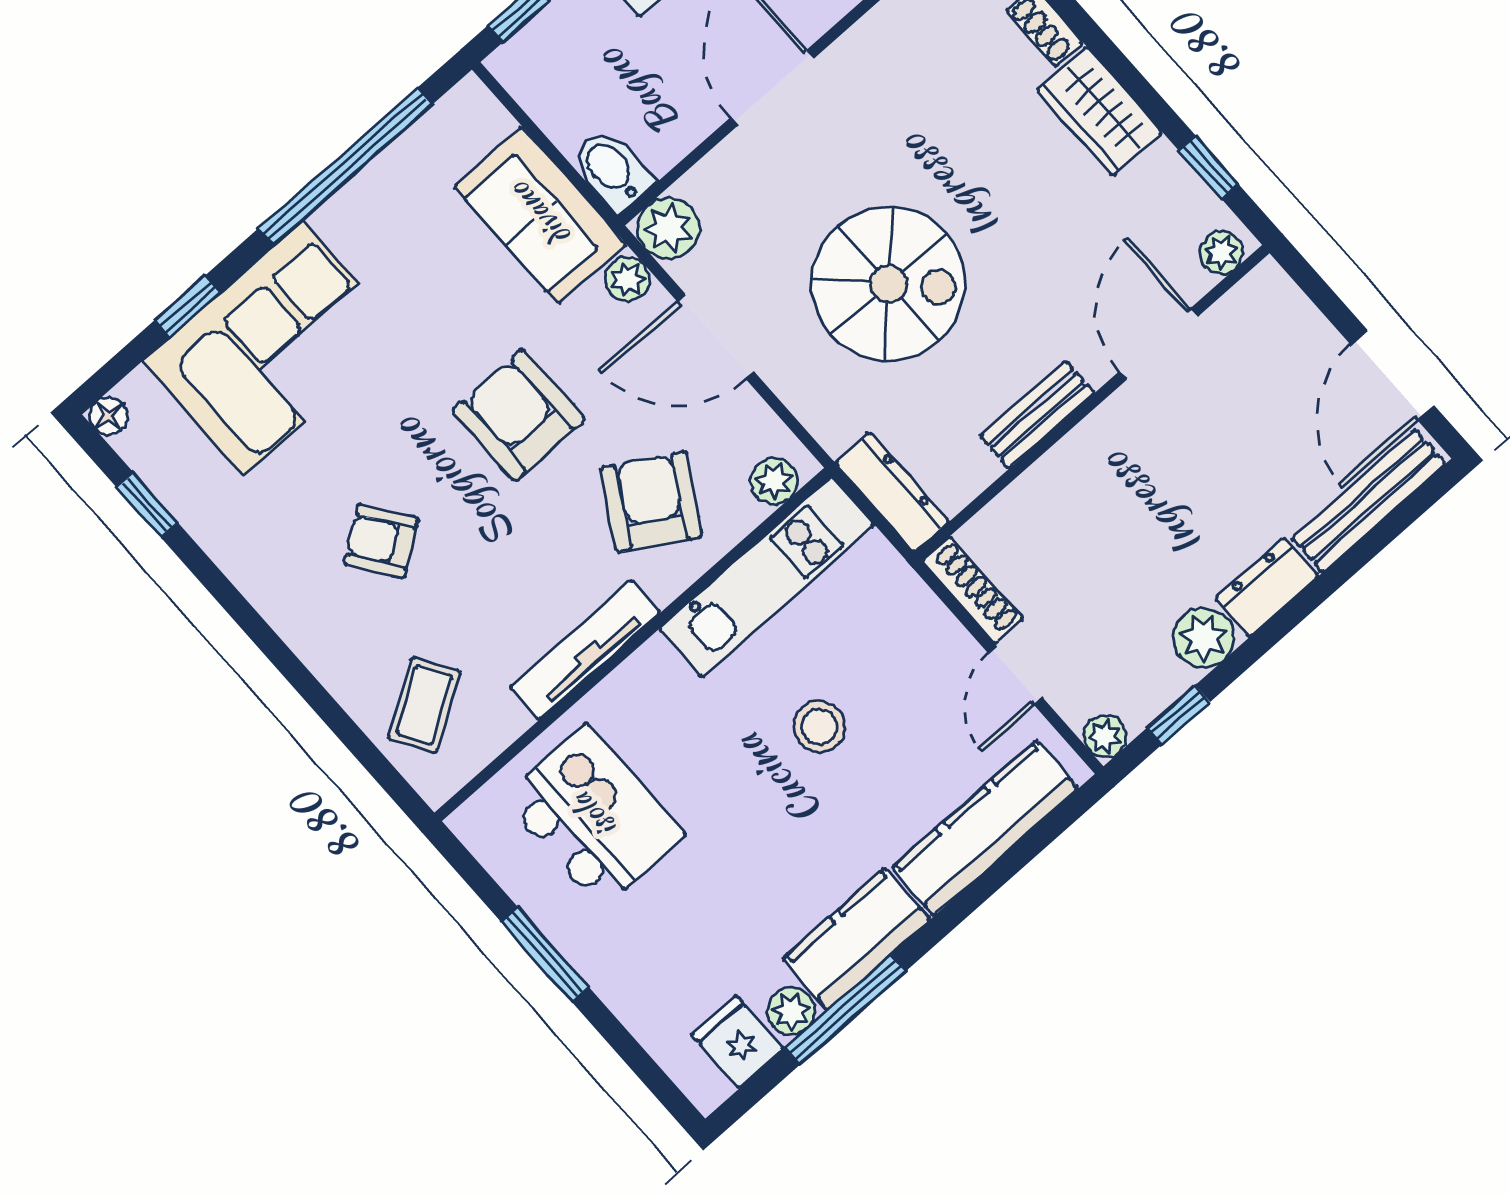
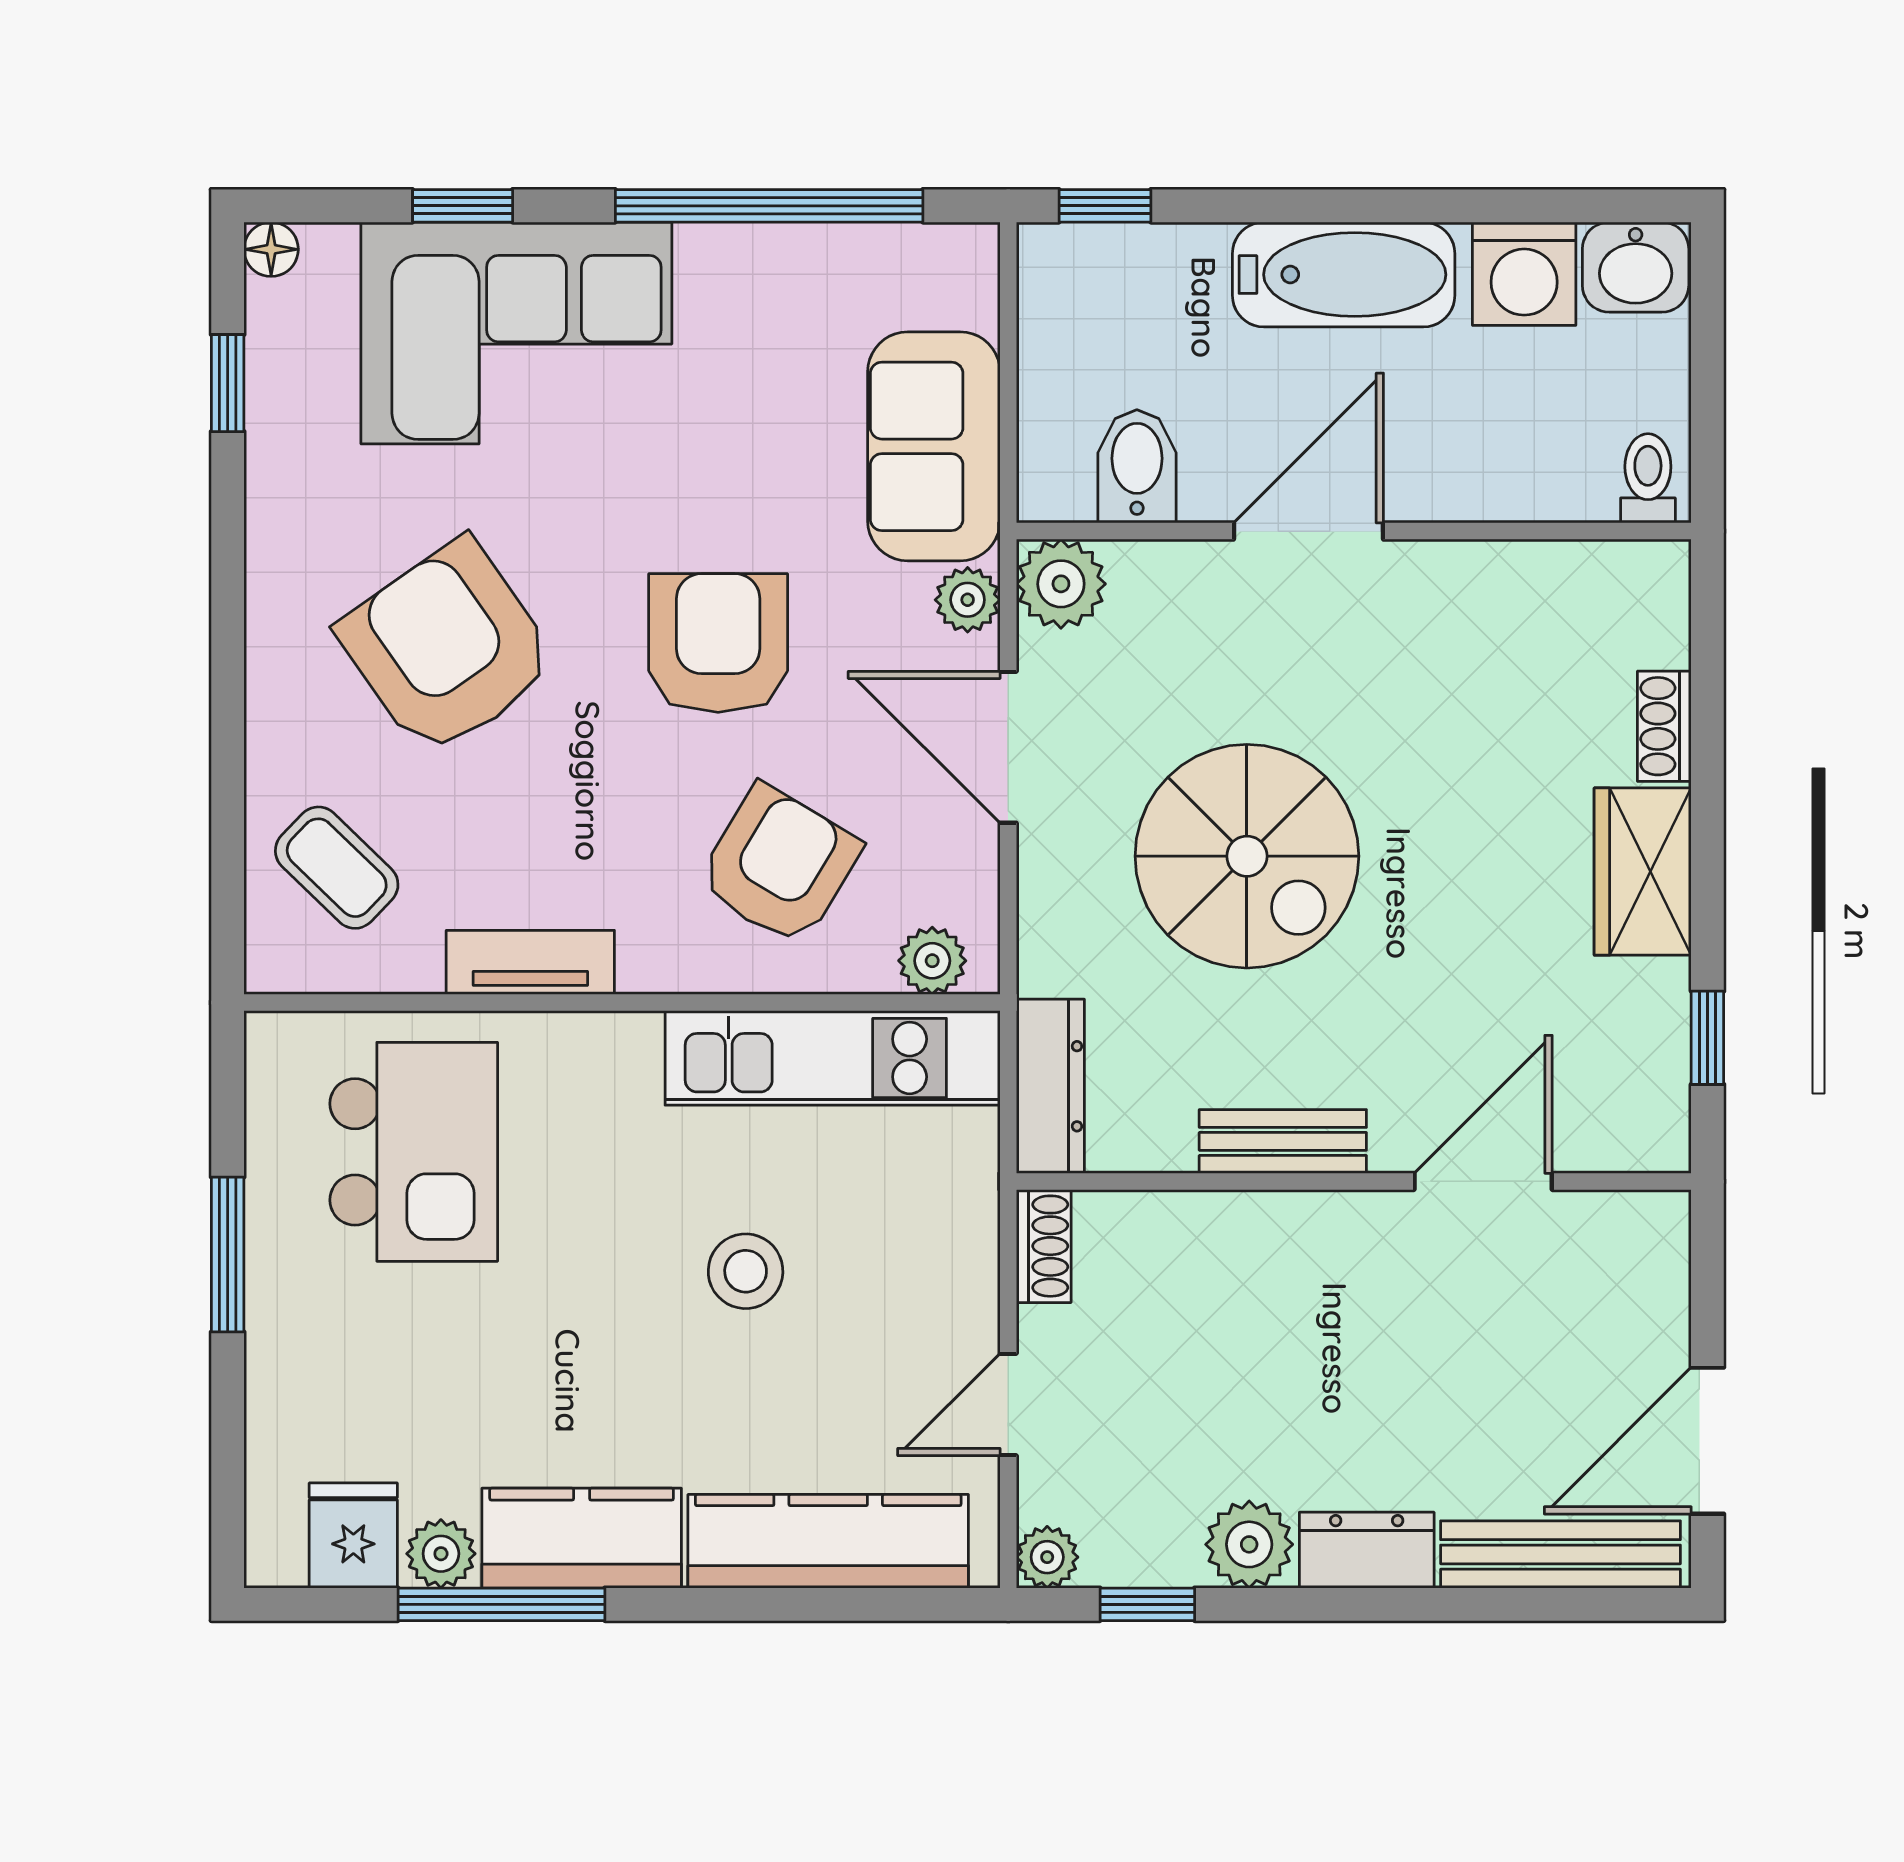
bidet: (612, 170) -> (1137, 466), moved
plant: (1221, 252) -> (1639, 1142), removed
armchair: (381, 541) -> (448, 648), width x1.88, depth x1.88
shoe rack: (973, 590) -> (1044, 1246), width x0.70
tv unit: (585, 650) -> (530, 962), width x0.71
coffee table: (424, 705) -> (337, 868), turned 76

